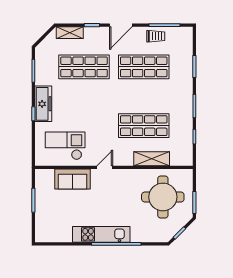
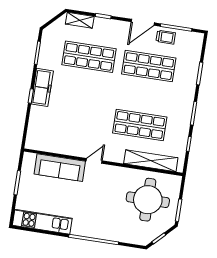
door: (121, 25) -> (143, 22), moved
checkout: (65, 146) -> (58, 133), removed
shelving: (152, 159) -> (151, 161), width x1.47
sofa: (72, 179) -> (60, 168), width x1.36
kitchen unit: (101, 234) -> (42, 222), moved

